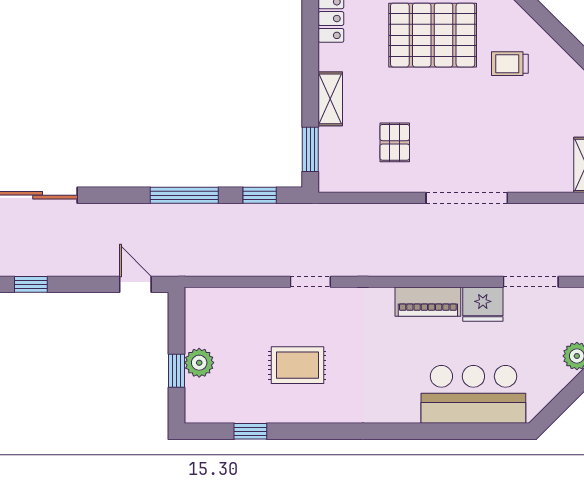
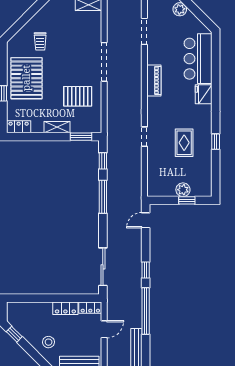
pallet: (395, 142) -> (78, 96), width x1.50, depth x1.42
fridge: (483, 304) -> (204, 94), moved, turned 180
window: (250, 431) -> (216, 142), moved

